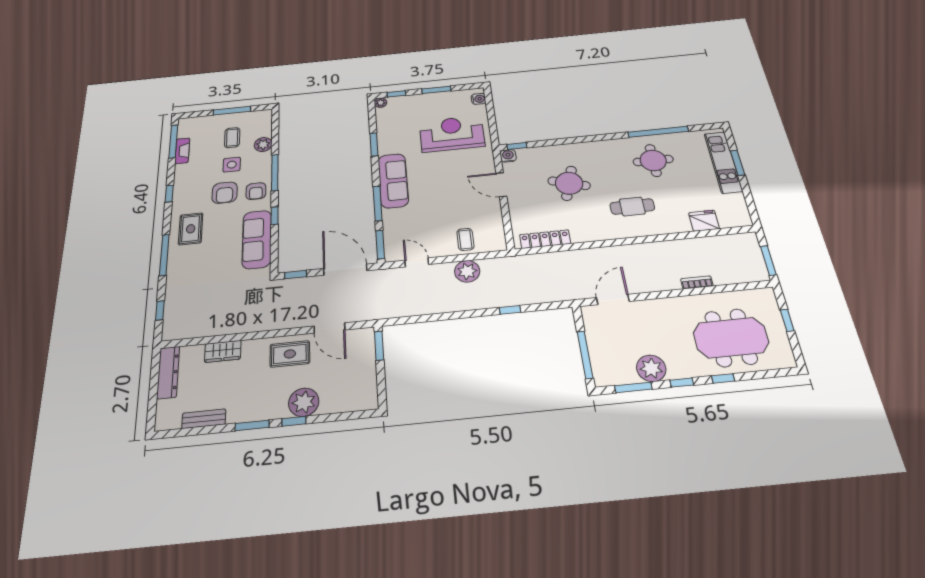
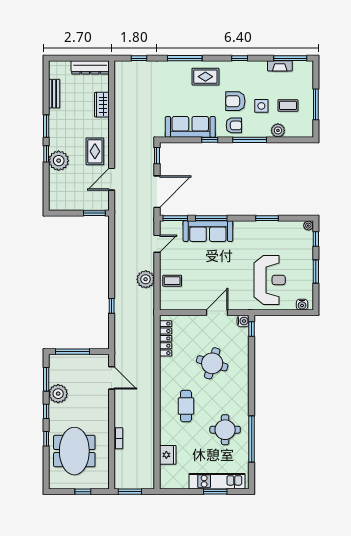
sofa: (393, 181) -> (208, 231), moved
armchair: (256, 191) -> (234, 125), turned 180

